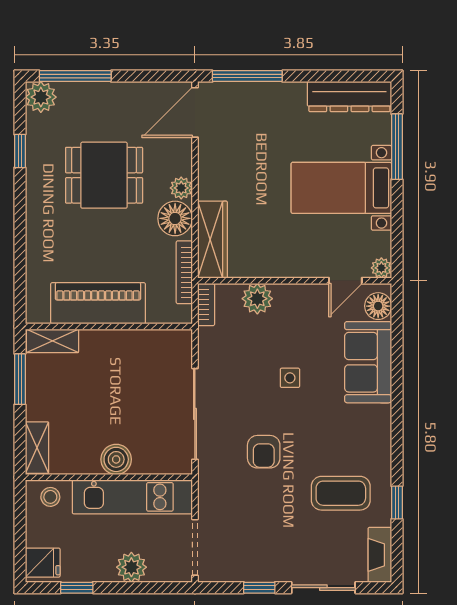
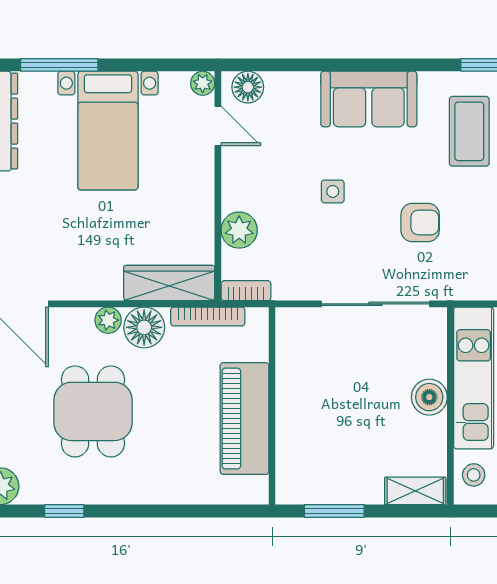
shelving: (53, 341) -> (289, 472), removed
sofa: (368, 362) -> (369, 99), moved

